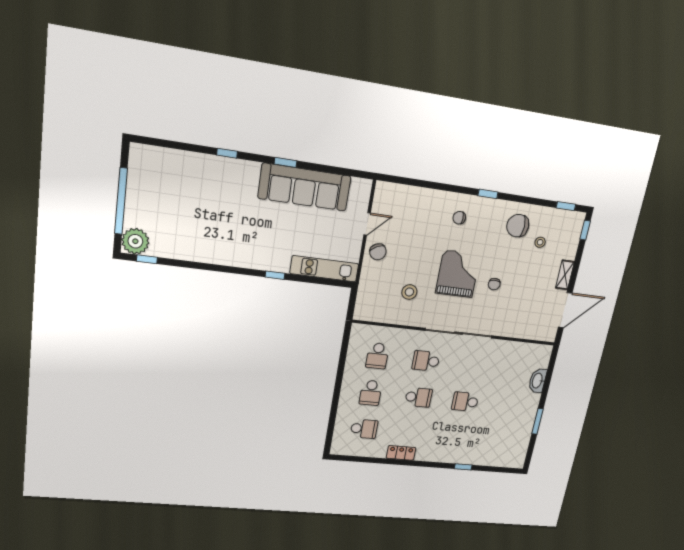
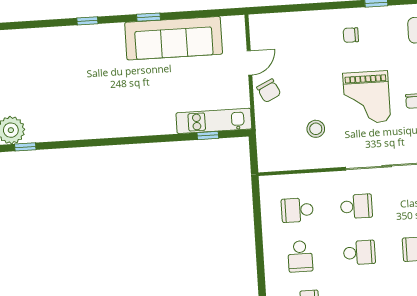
grand piano: (458, 274) -> (367, 97), turned 180
window: (275, 275) -> (208, 135), moved
school desk: (377, 356) -> (297, 210), turned 90
school desk: (426, 361) -> (356, 206), turned 180

